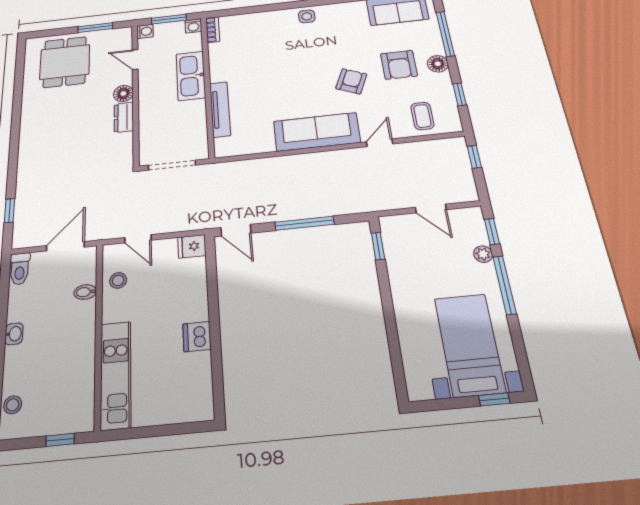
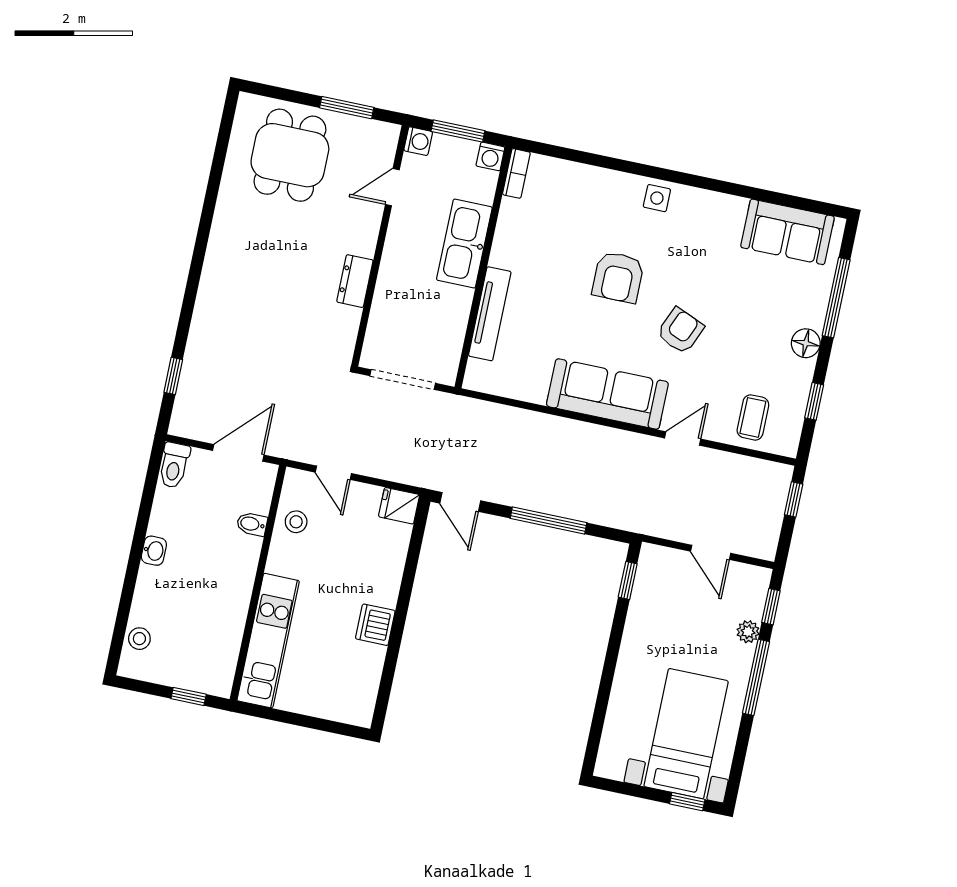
door: (135, 59) -> (392, 187), hinge flipped
armchair: (399, 65) -> (618, 277), moved
floor lamp: (123, 94) -> (363, 241), removed

